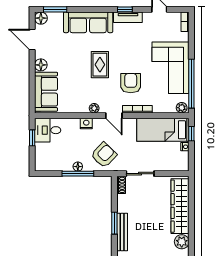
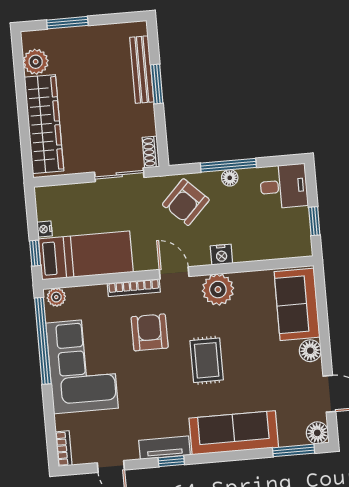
armchair: (131, 83) -> (150, 332), turned 180
plant: (94, 108) -> (218, 290), width x1.87, depth x1.87
desk: (48, 130) -> (284, 186), moved

